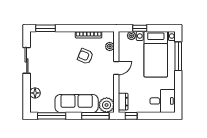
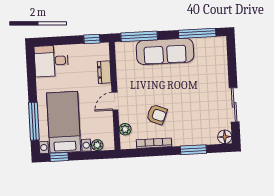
window: (46, 28) -> (193, 150), moved
window: (140, 28) -> (59, 157), moved
floor lamp: (35, 93) -> (225, 137), moved
dresser: (123, 102) -> (104, 72), moved
plant: (107, 105) -> (125, 52), removed

